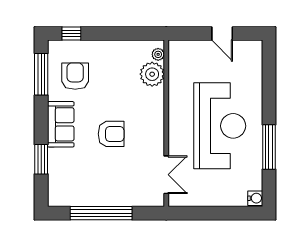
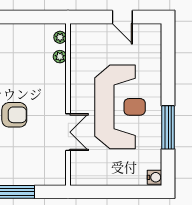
plant: (152, 74) -> (60, 57), width x0.53, depth x0.53
double door: (166, 175) -> (68, 132), moved

